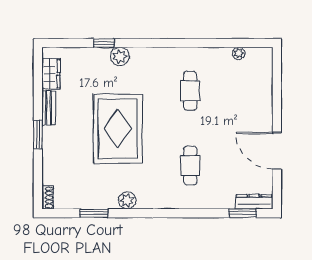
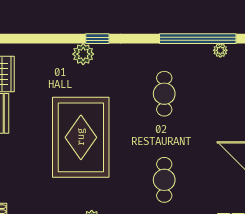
window: (104, 43) -> (97, 39), moved
window: (219, 43) -> (198, 39), added

